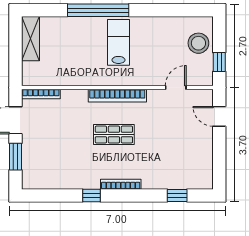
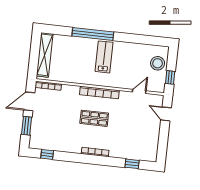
shelving: (30, 39) -> (45, 55), width x1.47
window: (91, 196) -> (47, 154), moved

